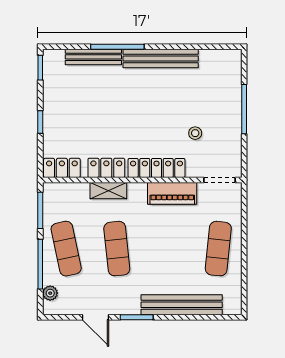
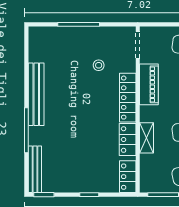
bench: (93, 57) -> (35, 169), moved

